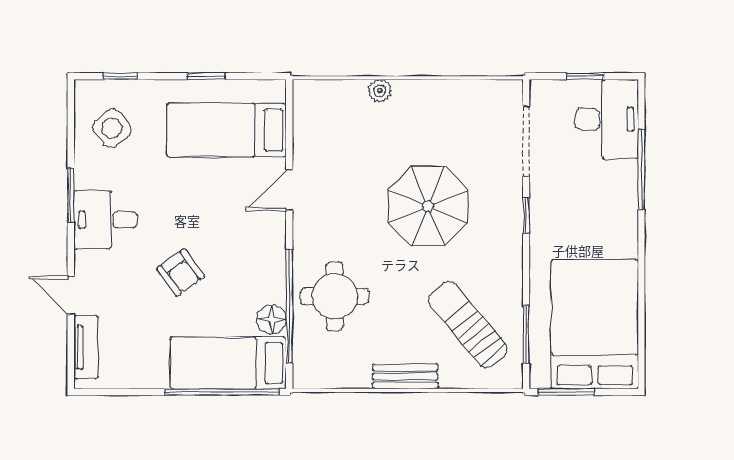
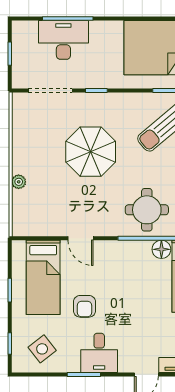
desk: (607, 119) -> (63, 40), moved
armchair: (181, 273) -> (85, 306), moved, turned 126

